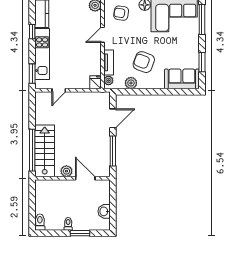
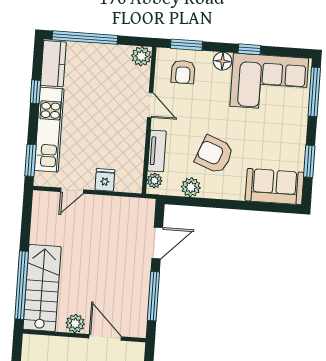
armchair: (121, 13) -> (183, 72), turned -98
door: (103, 35) -> (150, 105), swing flipped
fridge: (96, 82) -> (105, 180), moved

